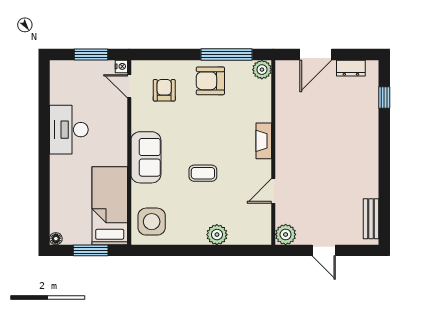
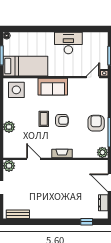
armchair: (164, 90) -> (62, 120), moved

